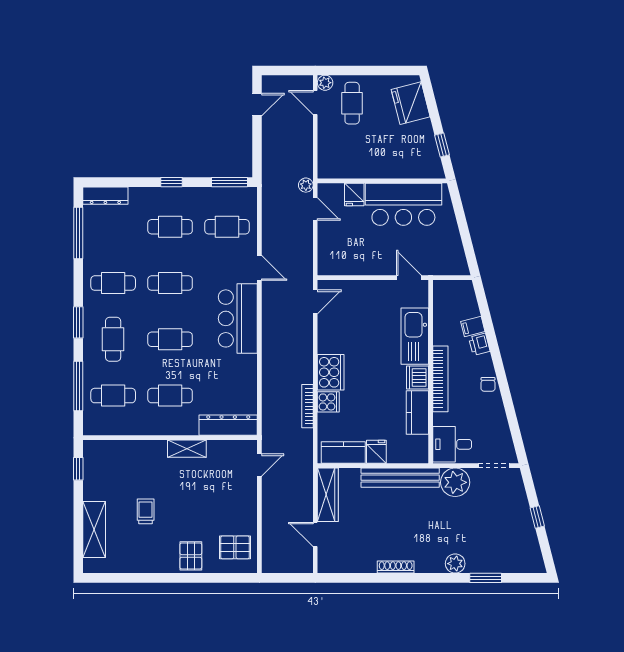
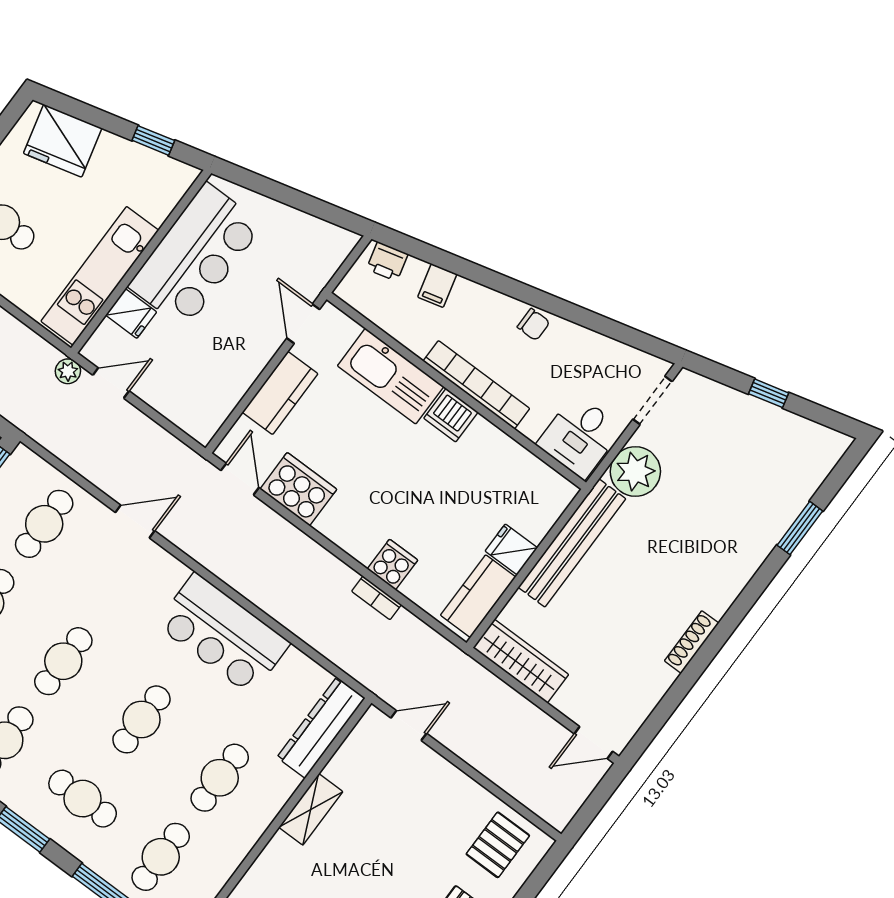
kitchen unit: (361, 167) -> (100, 276), added
door: (409, 278) -> (303, 324), hinge flipped
bar counter: (238, 318) -> (223, 634), moved
printer: (479, 344) -> (387, 262), moved
cooker: (331, 372) -> (298, 489), moved
bookcase: (307, 406) -> (377, 598), width x0.64
kitchen counter: (417, 412) -> (280, 393), moved, turned -90
door: (259, 465) -> (409, 726), hinge flipped
door: (315, 534) -> (593, 743), moved
plant: (455, 564) -> (748, 556), removed

